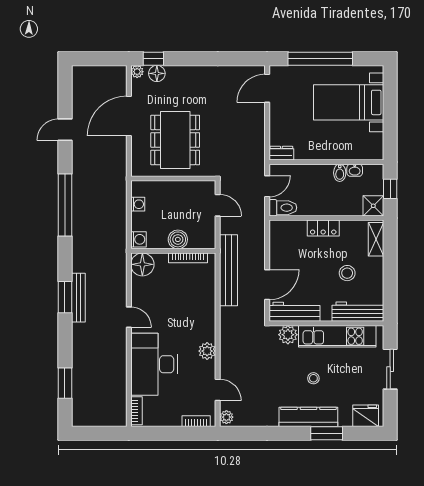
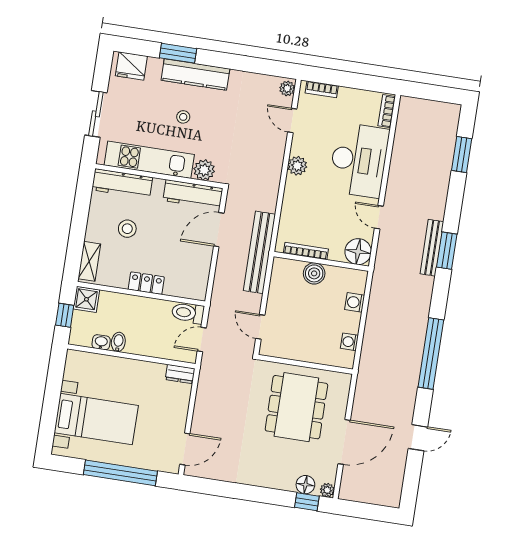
boiler: (178, 239) -> (314, 273), moved
wall: (173, 251) -> (321, 261), moved
bookcase: (188, 258) -> (306, 251), moved
floor lamp: (142, 264) -> (358, 252), moved

